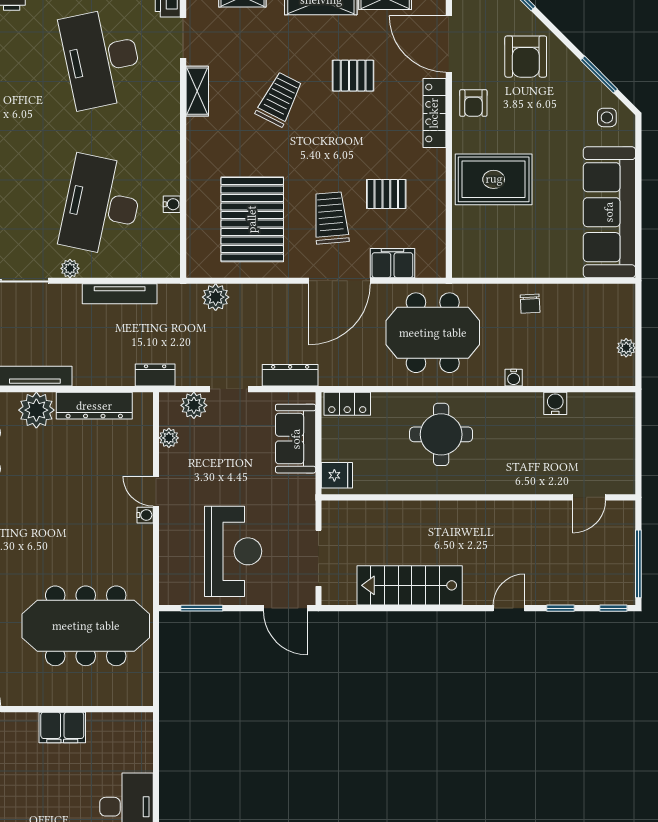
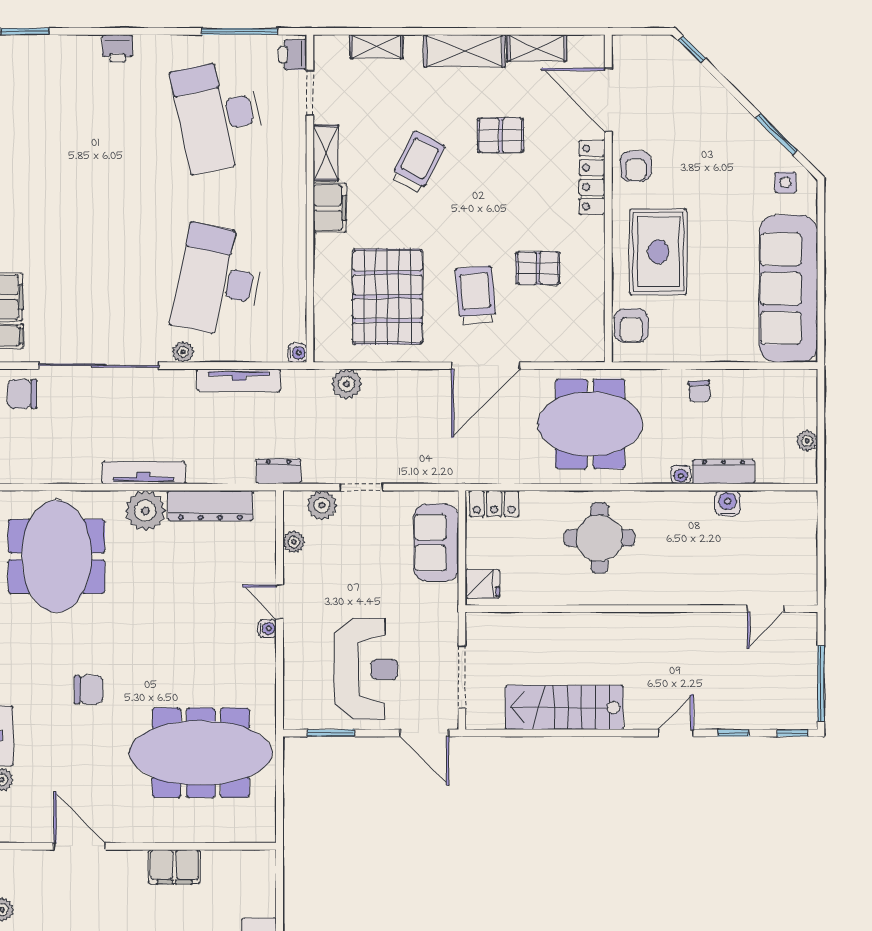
armchair: (526, 57) -> (631, 325), moved, width x0.72, depth x0.72
rug: (494, 179) -> (658, 252), turned 90
water cooler: (172, 204) -> (297, 353), moved
filing cabinet: (392, 263) -> (330, 208), moved, turned 90
dresser: (290, 375) -> (724, 472), moved

